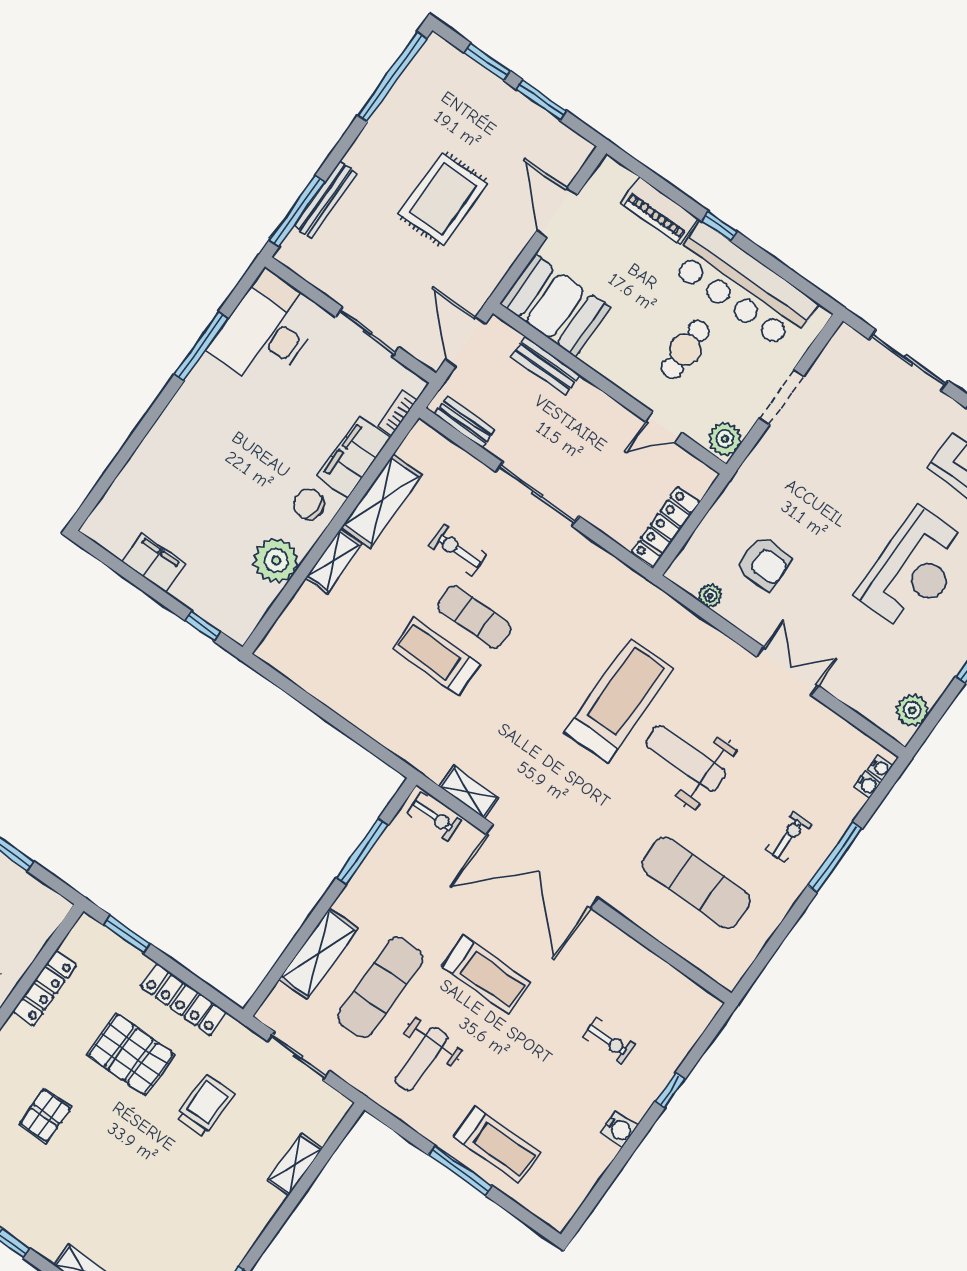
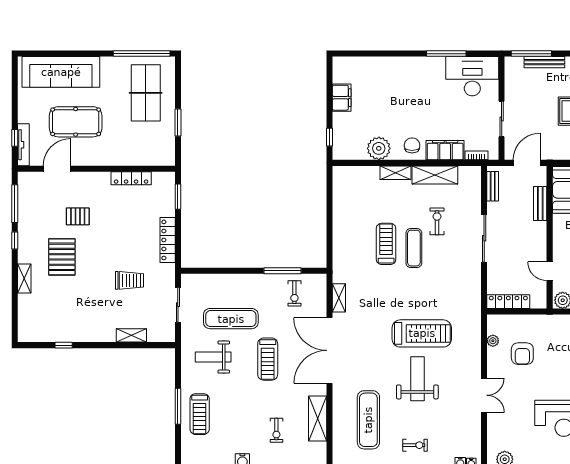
exercise bike: (434, 817) -> (294, 293), moved
shelving: (318, 954) -> (318, 418), moved, turned 90
pallet: (131, 1054) -> (62, 257), moved

